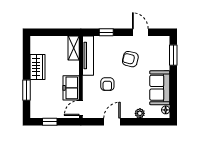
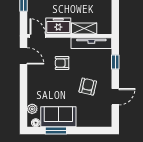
shelving: (74, 48) -> (84, 28), moved
window: (173, 55) -> (56, 131), moved
plant: (140, 113) -> (32, 109), moved
door: (112, 122) -> (24, 56), moved

